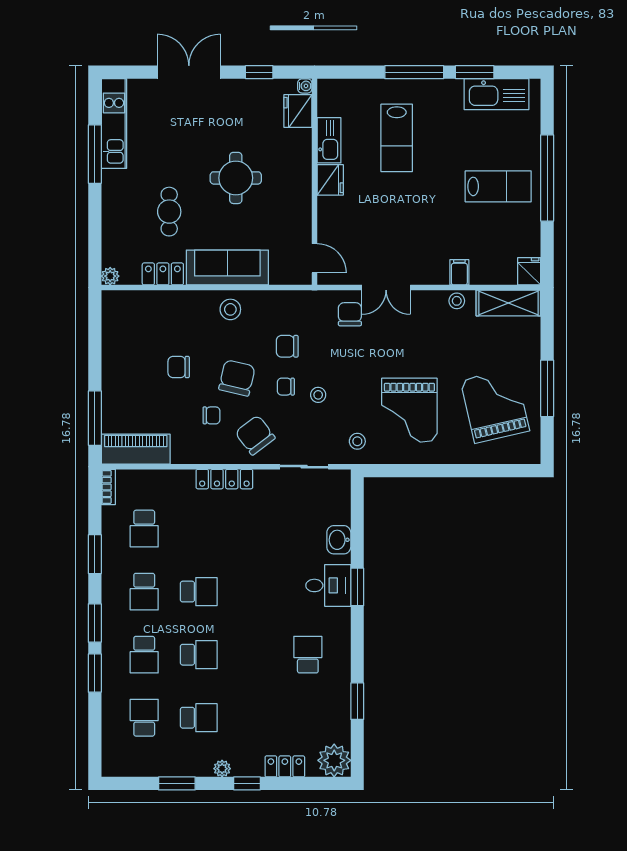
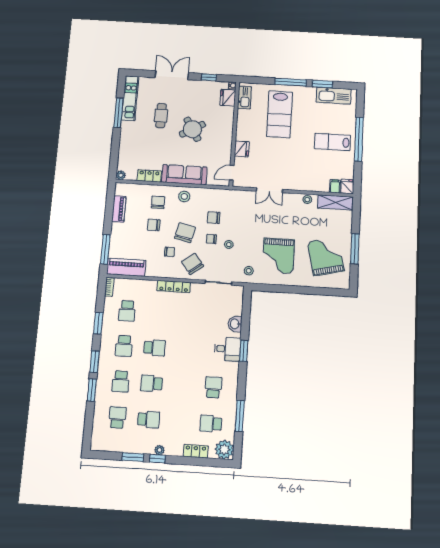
lab bench: (397, 138) -> (279, 114), width x1.36, depth x1.39
kitchen sink: (329, 140) -> (244, 97), moved
round table: (236, 178) -> (192, 129), turned -31
fridge: (330, 180) -> (242, 149), moved
lab bench: (498, 186) -> (332, 142), turned 180
cafe table: (169, 212) -> (161, 116), moved
door: (315, 258) -> (232, 173), swing flipped
filing cabinet: (459, 272) -> (335, 186), moved
chair: (350, 314) -> (158, 202), moved
piano: (112, 341) -> (119, 209), added
school desk: (199, 655) -> (152, 383), turned 180
window: (357, 701) -> (240, 416), width x1.44
school desk: (308, 718) -> (211, 424), added
window: (247, 783) -> (157, 459), moved

